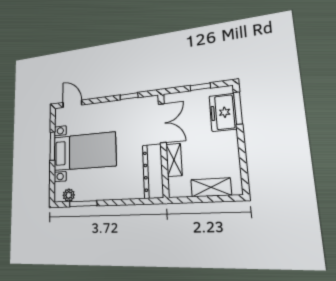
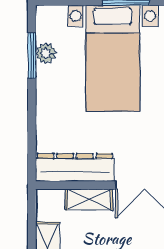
plant: (69, 195) -> (46, 53), moved

